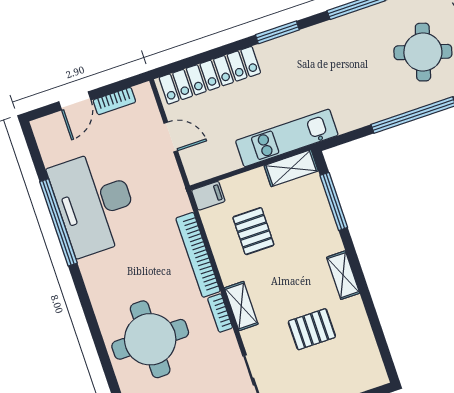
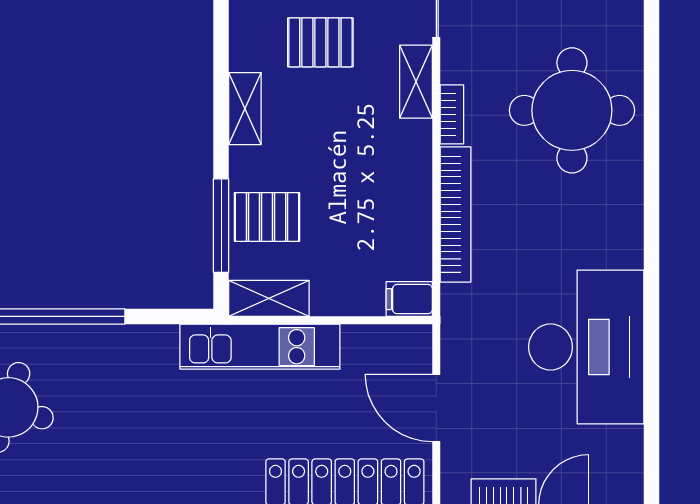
door: (171, 137) -> (436, 408), width x1.37
window: (58, 222) -> (651, 336), removed
pallet: (253, 231) -> (267, 217), moved, turned 90
shelving: (241, 306) -> (416, 82), moved

